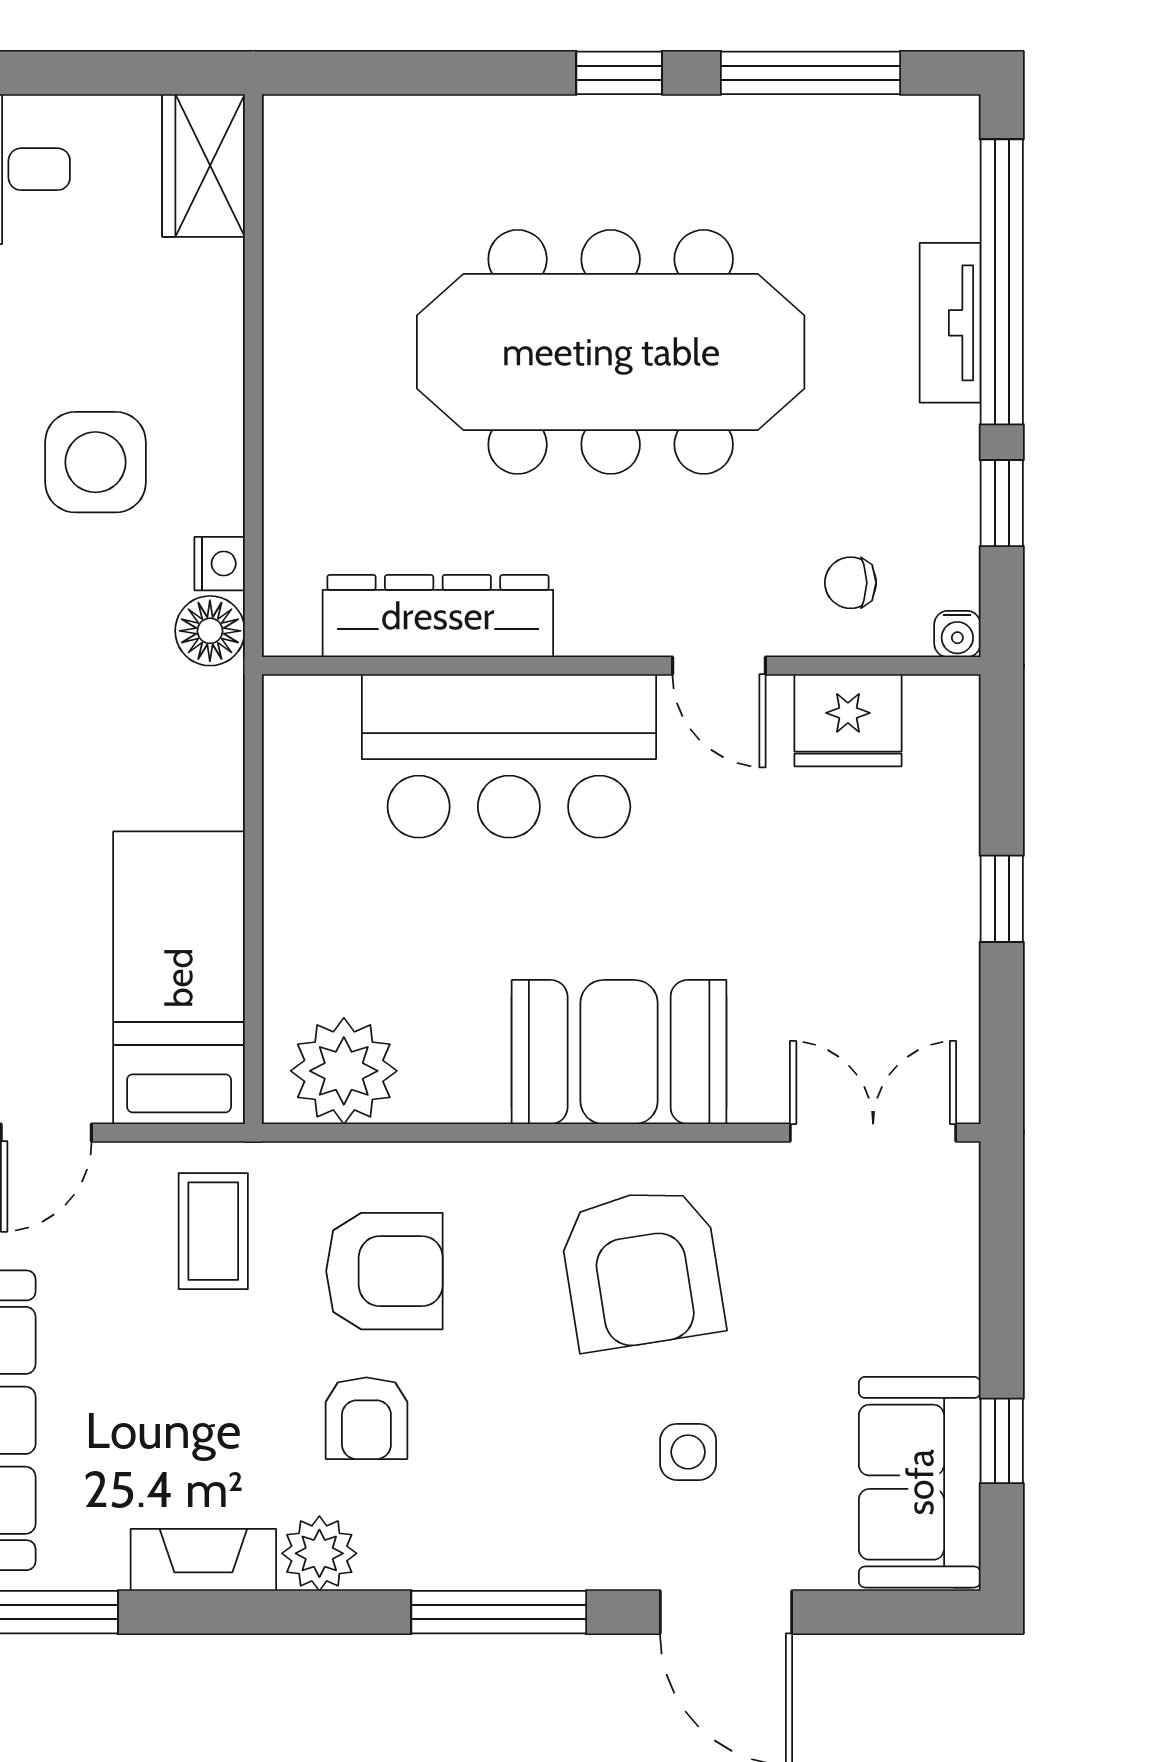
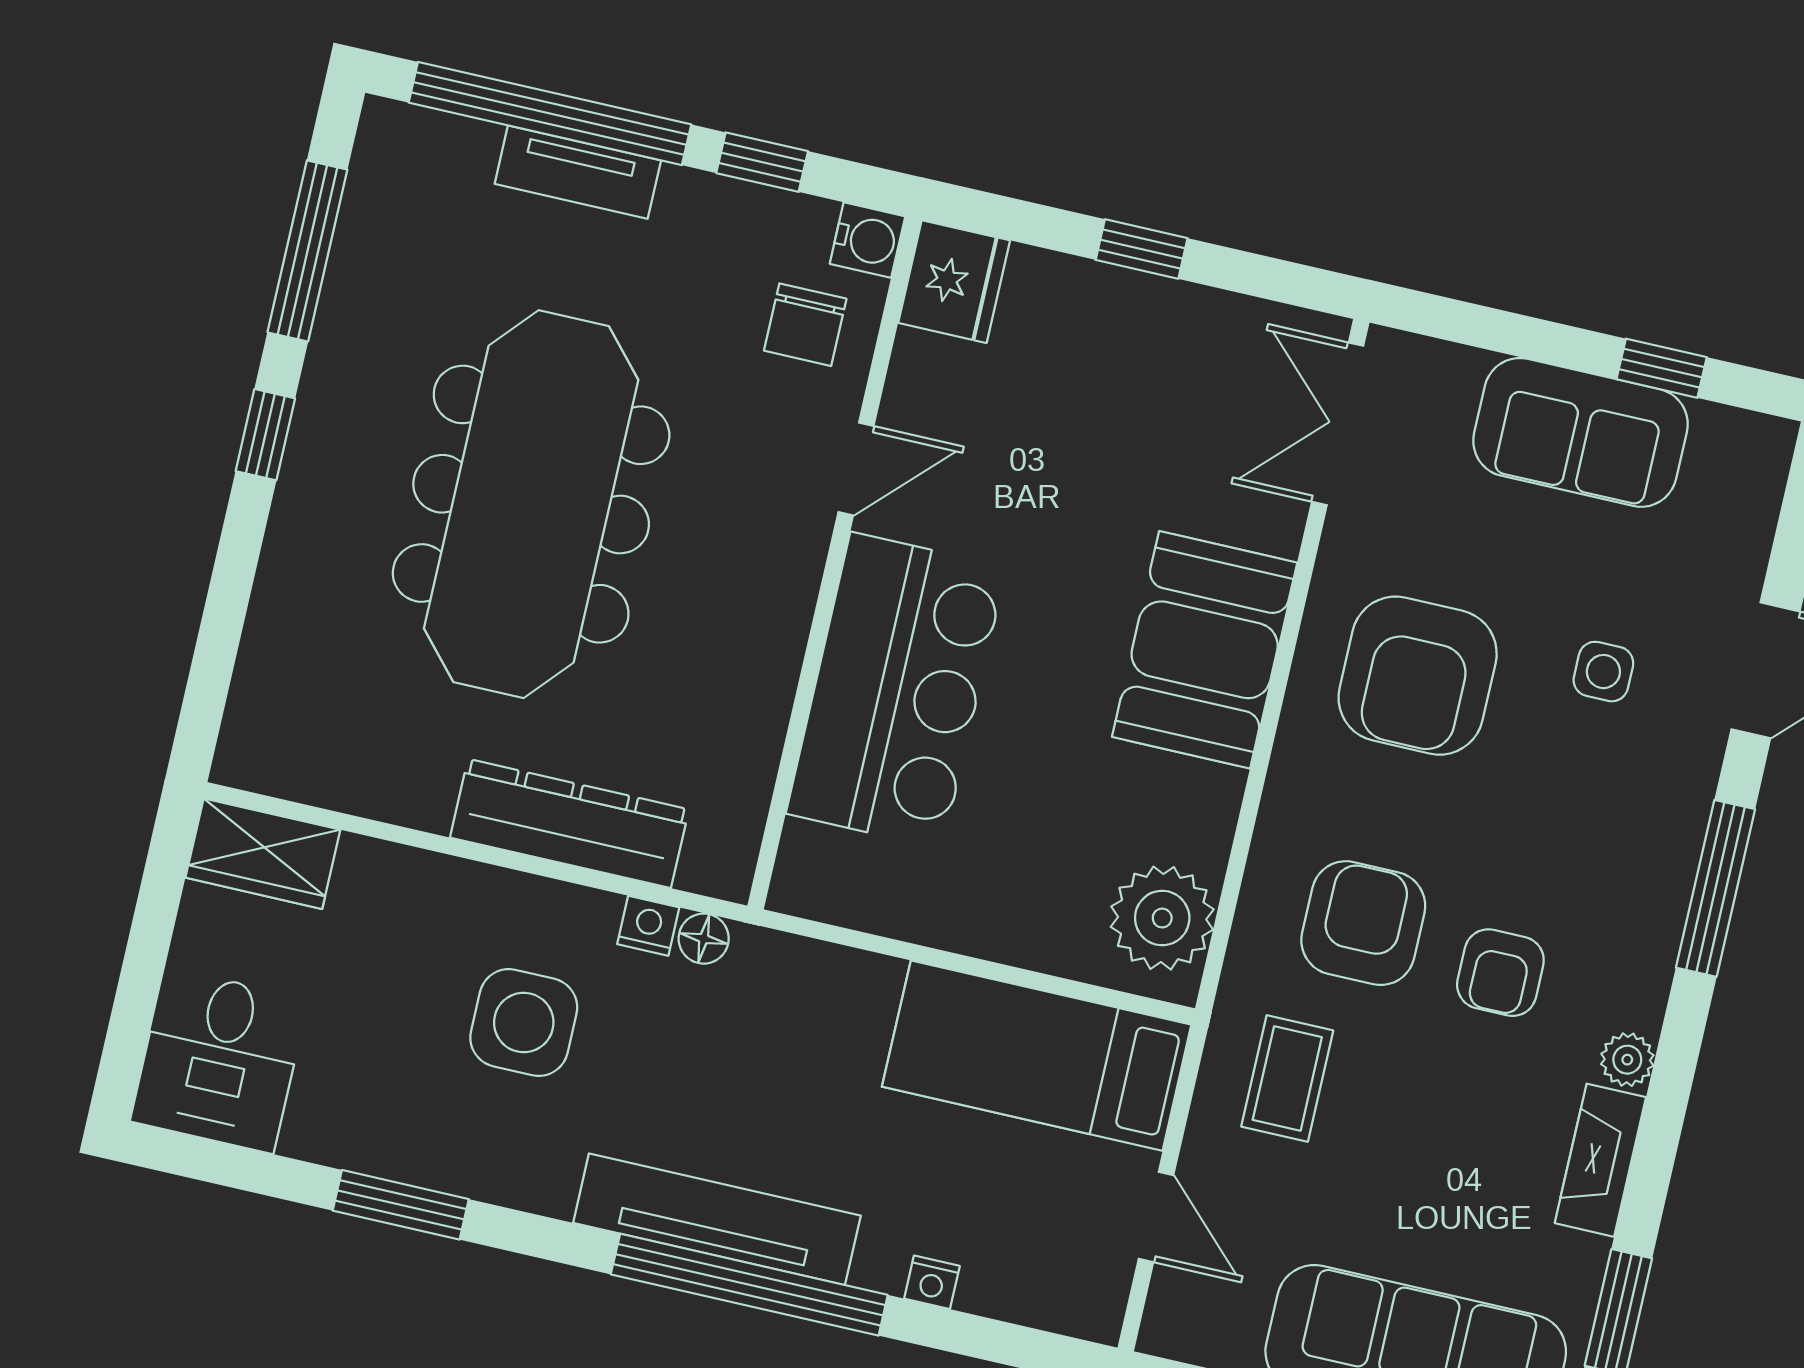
chair: (851, 583) -> (805, 325), width x1.37, depth x1.37
dresser: (438, 616) -> (569, 823), moved, turned 90
floor lamp: (210, 631) -> (704, 939), width x0.73, depth x0.73
water cooler: (957, 634) -> (867, 240), width x1.38, depth x1.38
fridge: (848, 720) -> (954, 282), moved
coffee table: (213, 1231) -> (1287, 1078), turned 90
armchair: (642, 1269) -> (1418, 676), turned 99
armchair: (366, 1418) -> (1500, 973), turned 90
sofa: (920, 1482) -> (1580, 432), moved
plant: (319, 1553) -> (1627, 1060), width x0.73, depth x0.73

